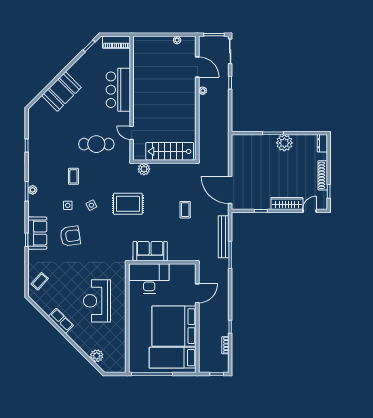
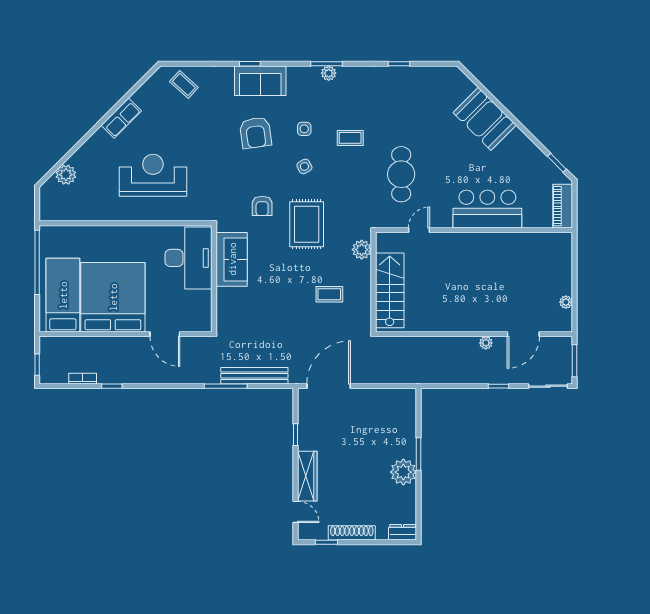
coffee table: (185, 210) -> (329, 294), moved
armchair: (116, 232) -> (262, 206), added

